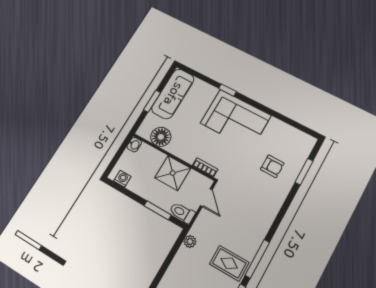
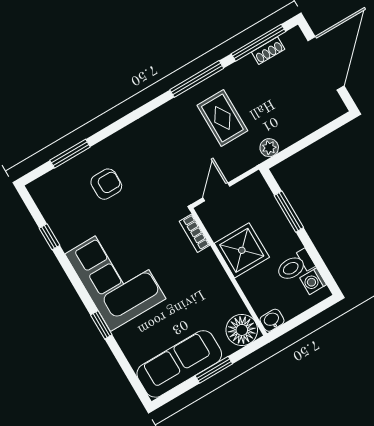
window: (286, 120) -> (49, 237), added
floor lamp: (161, 137) -> (242, 330), moved
armchair: (272, 166) -> (106, 184), turned 90
toilet: (182, 213) -> (295, 266), moved, turned 90
rug: (229, 263) -> (222, 118), moved

